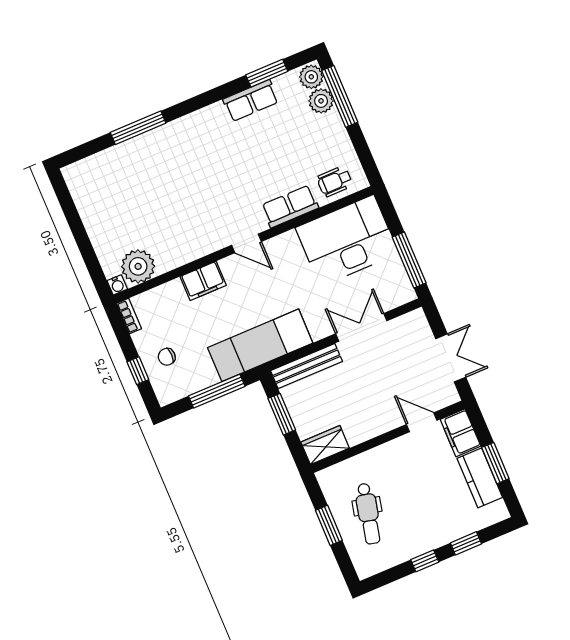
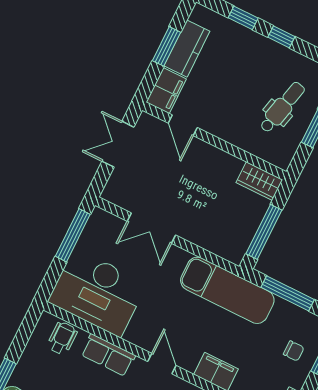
wheelchair: (335, 181) -> (62, 338), turned -90
bench: (306, 366) -> (214, 244), removed
window: (282, 414) -> (264, 232), width x1.44

